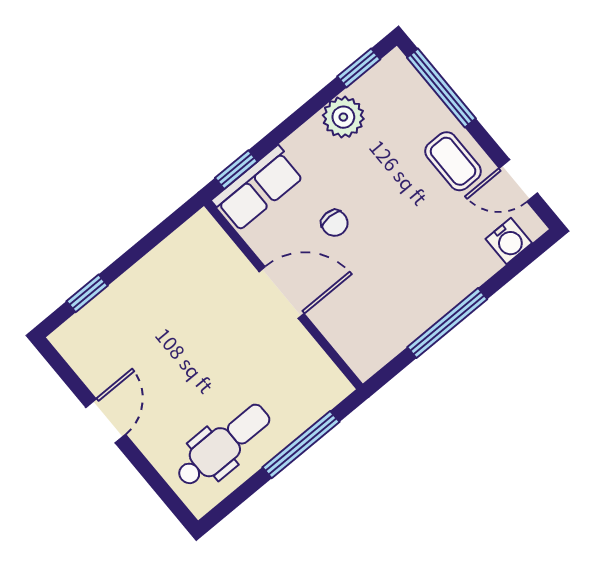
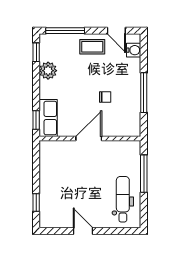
door: (518, 181) -> (116, 31), hinge flipped
chair: (335, 223) -> (105, 97), moved

